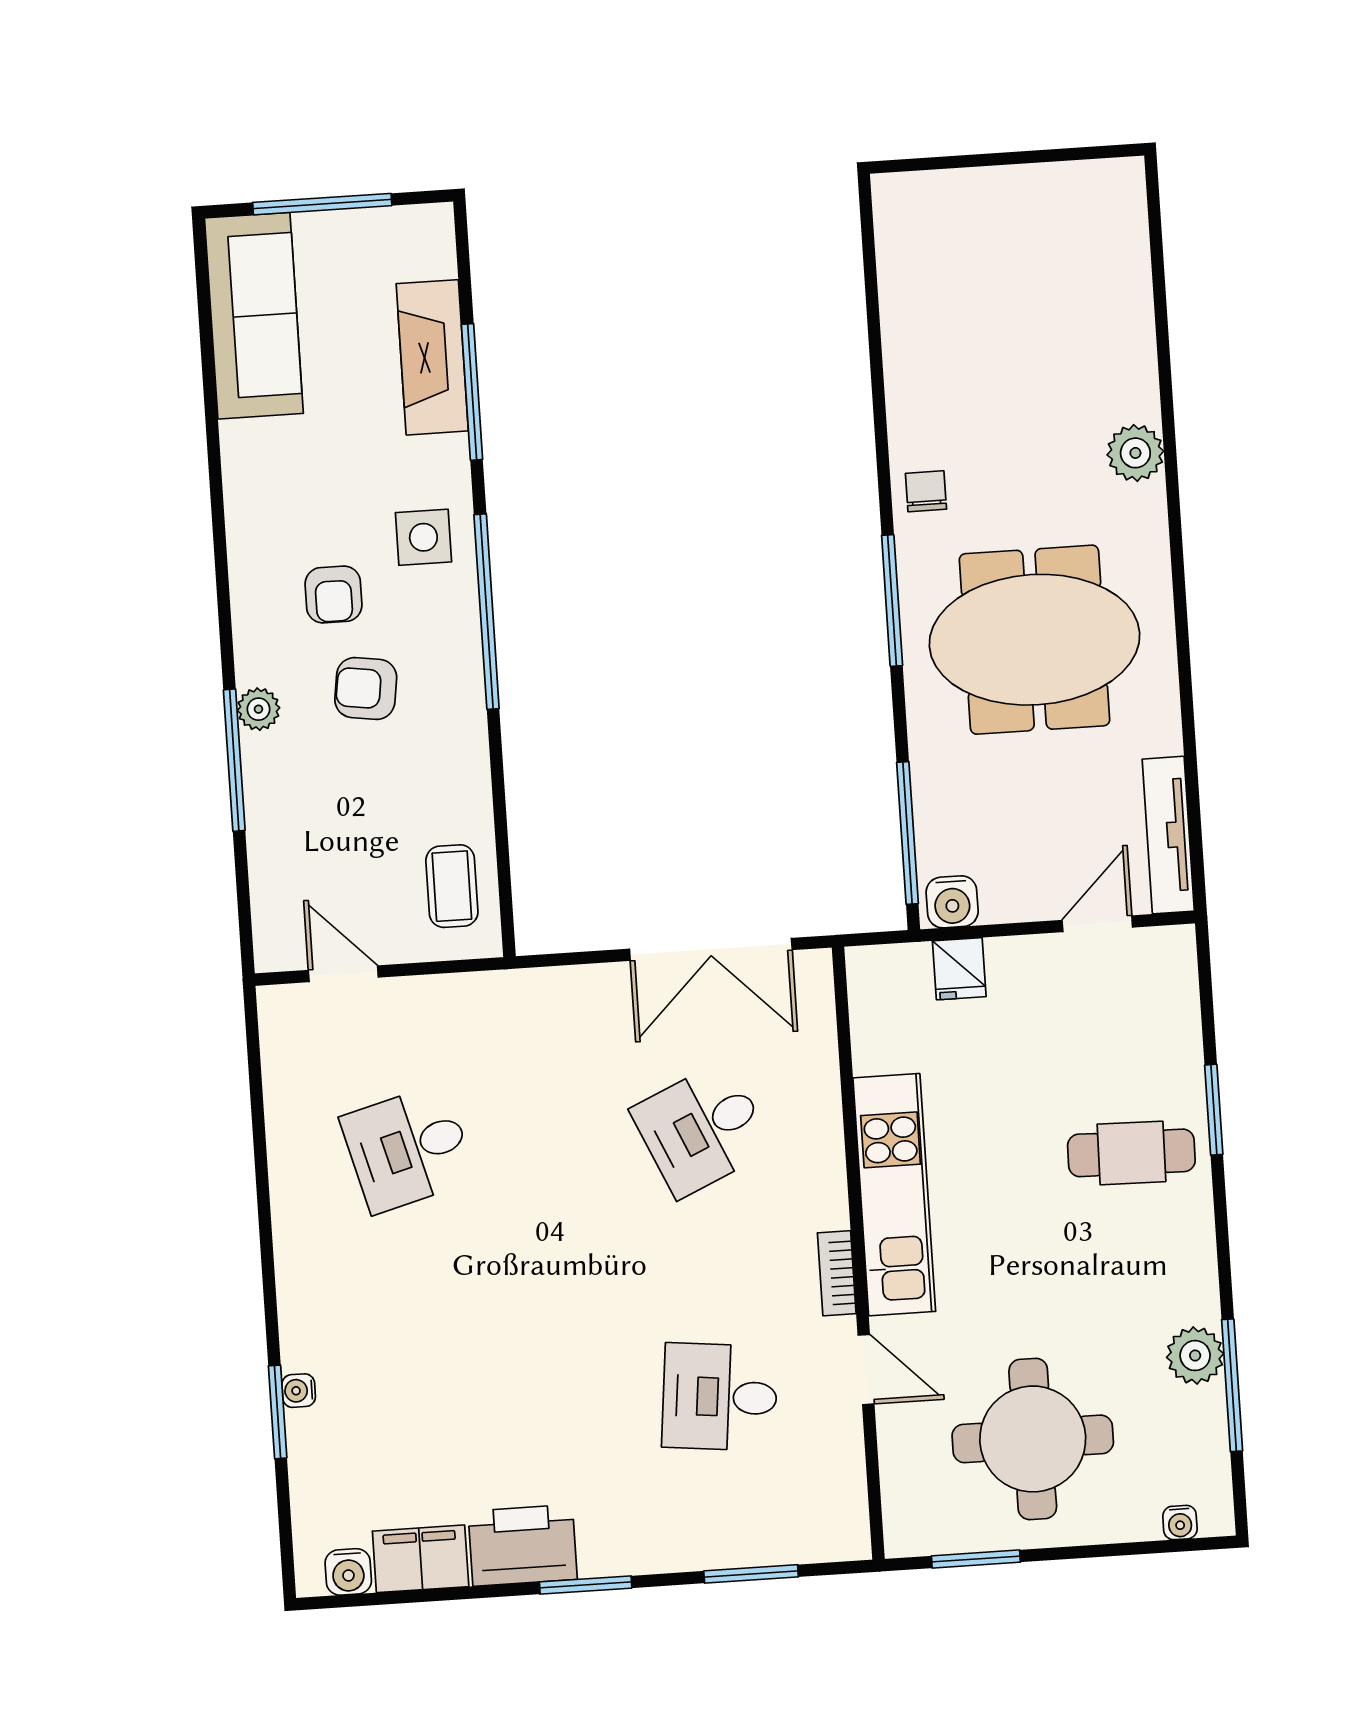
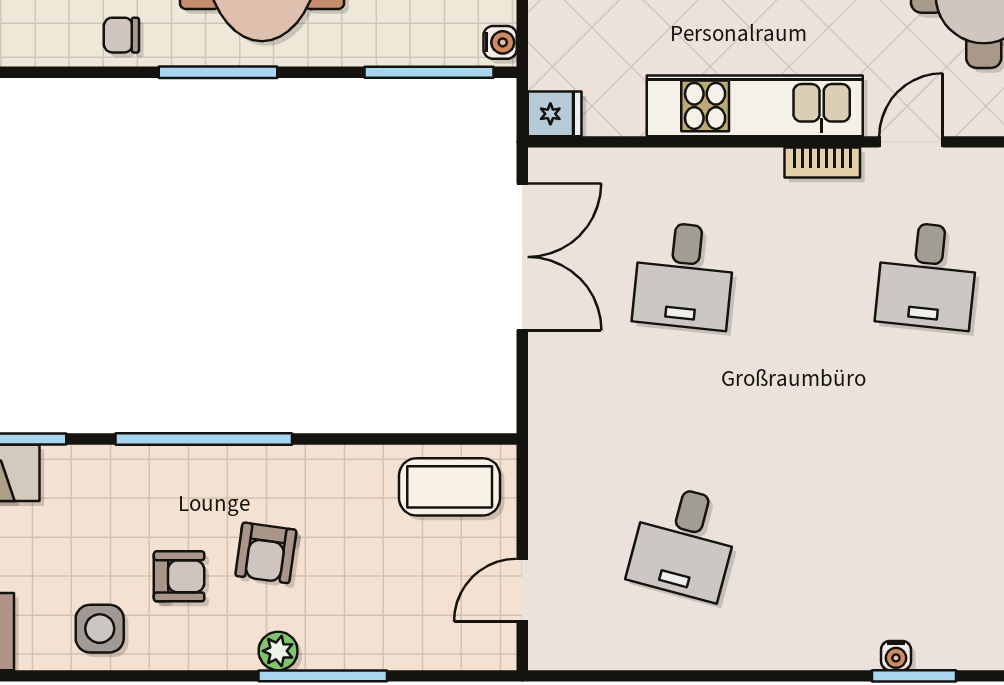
side table: (423, 537) -> (100, 629), moved
coffee table: (452, 886) -> (450, 487), width x1.36, depth x1.30
water cooler: (952, 902) -> (500, 42), width x0.72, depth x0.72
fridge: (959, 969) -> (555, 114), moved
desk: (702, 1129) -> (684, 276), turned 30
desk: (408, 1149) -> (684, 542), turned 30

